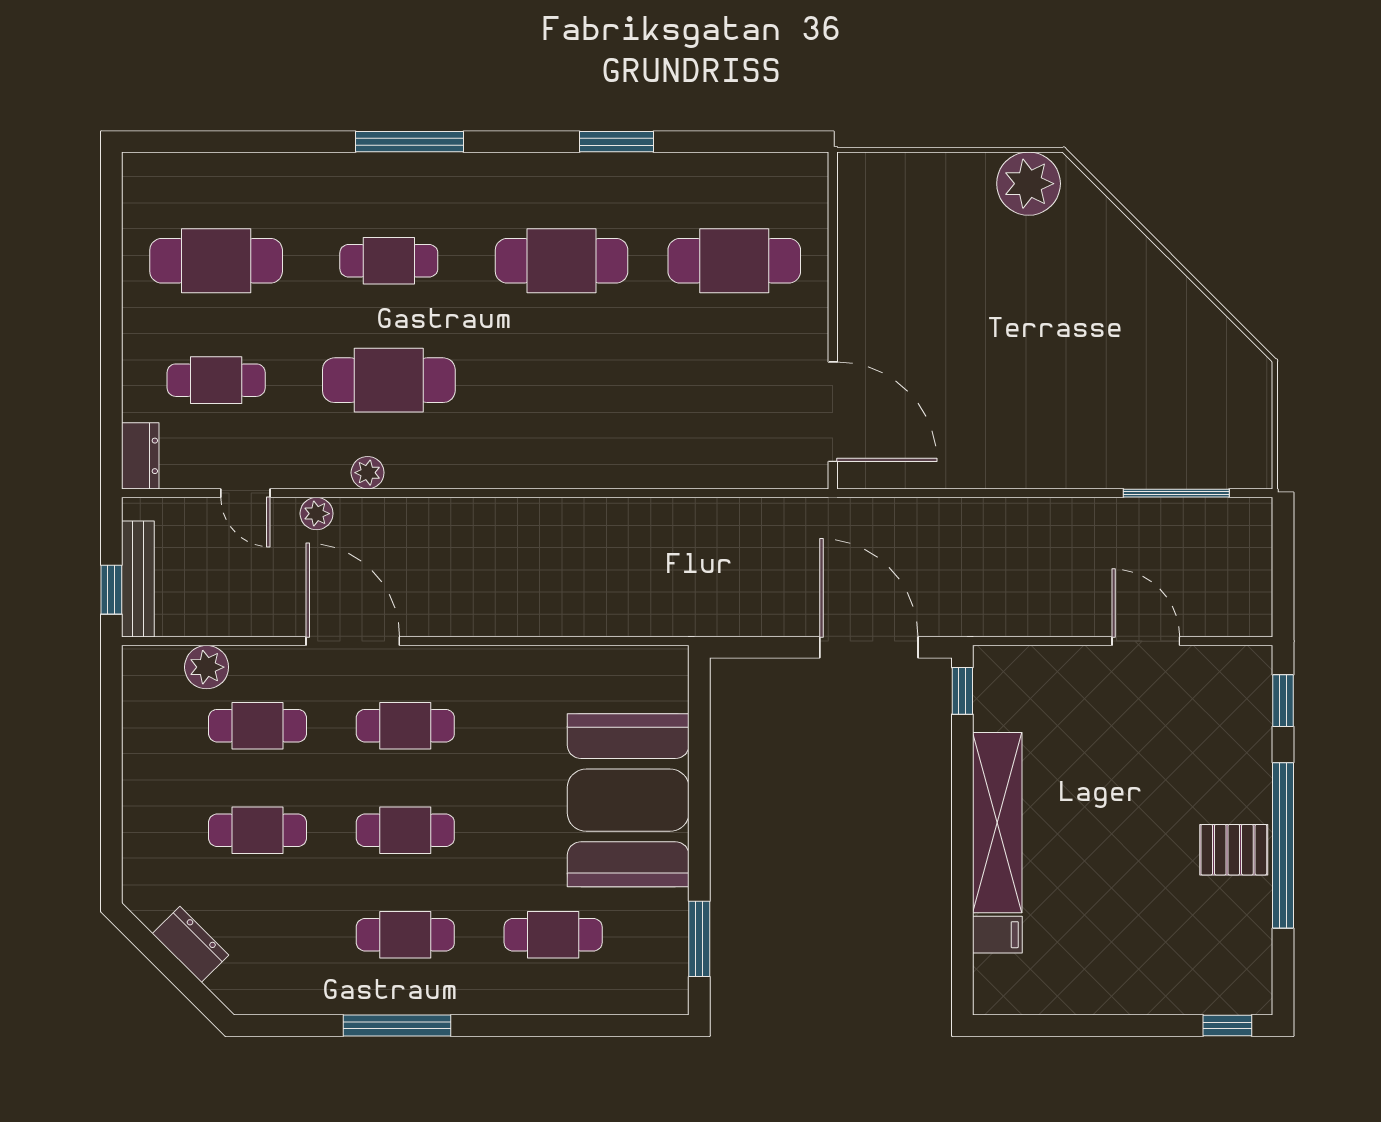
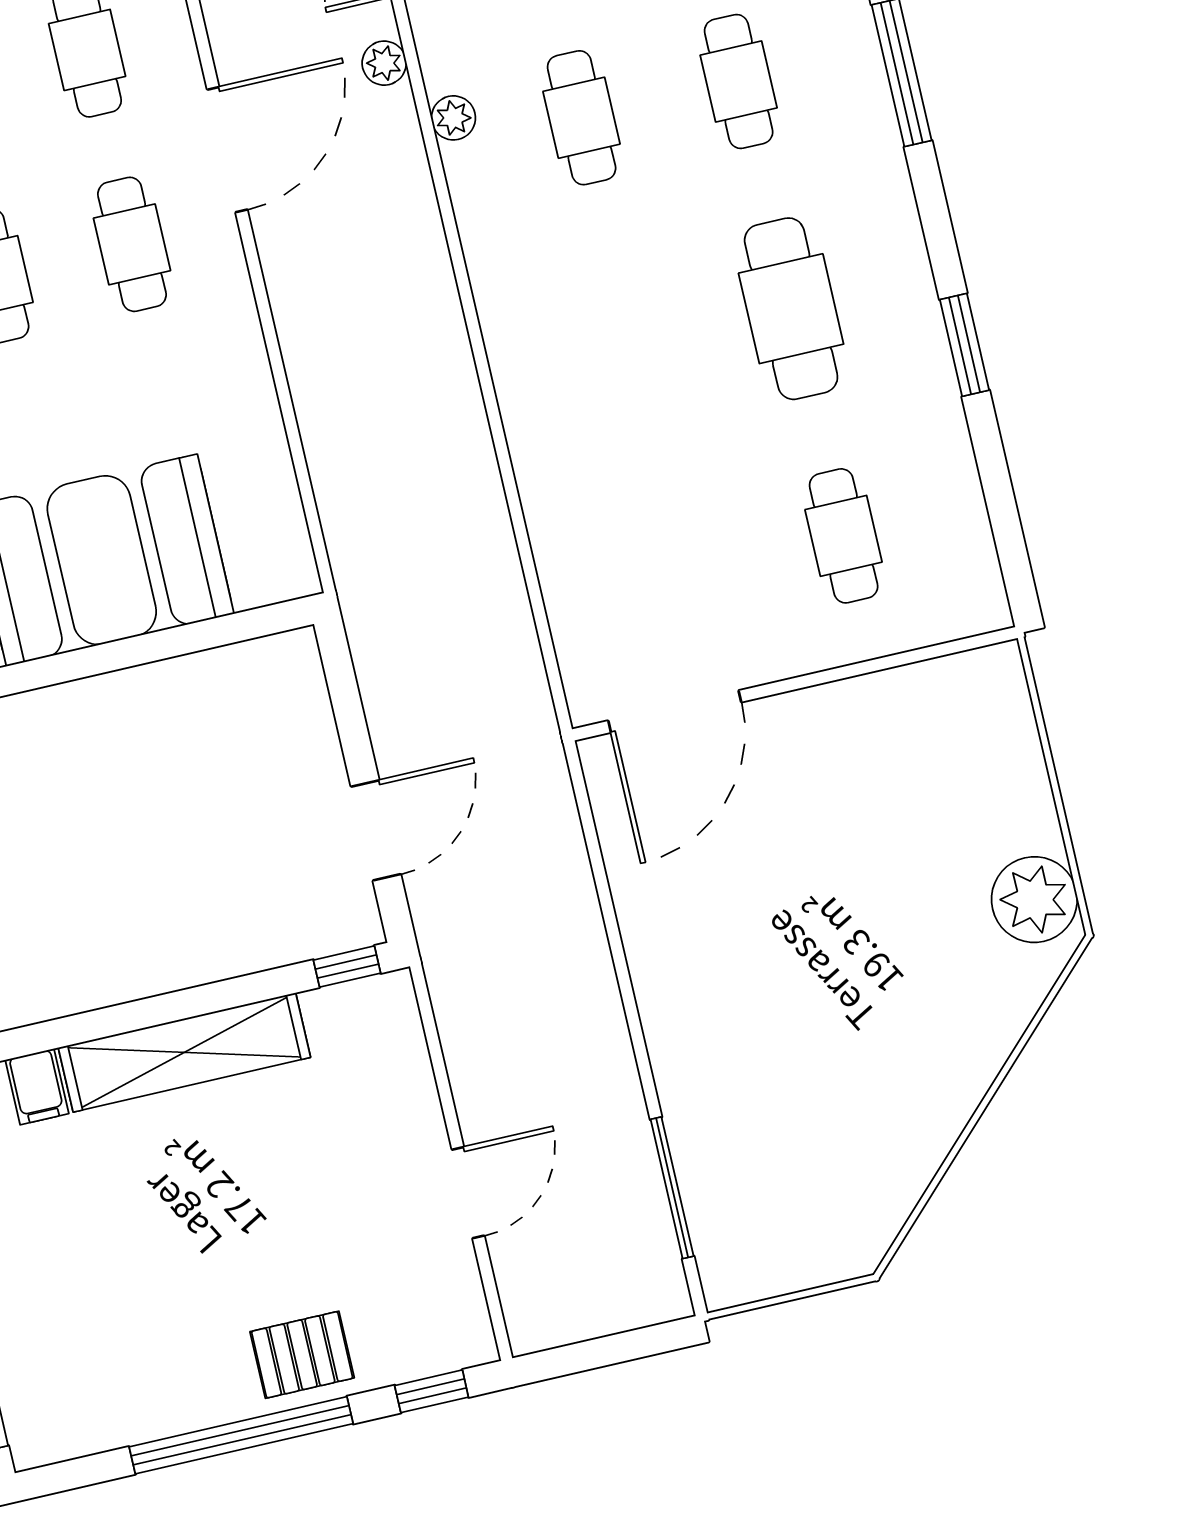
cafe table: (734, 261) -> (844, 536), width x0.73, depth x0.74
cafe table: (389, 380) -> (582, 118), width x0.73, depth x0.74
door: (869, 647) -> (376, 830), width x0.73
pallet: (1234, 850) -> (302, 1355), moved, turned 90

